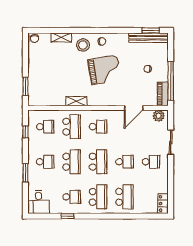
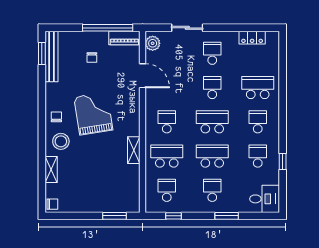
school desk: (98, 197) -> (258, 122), width x0.54
locker: (163, 204) -> (252, 38), moved

